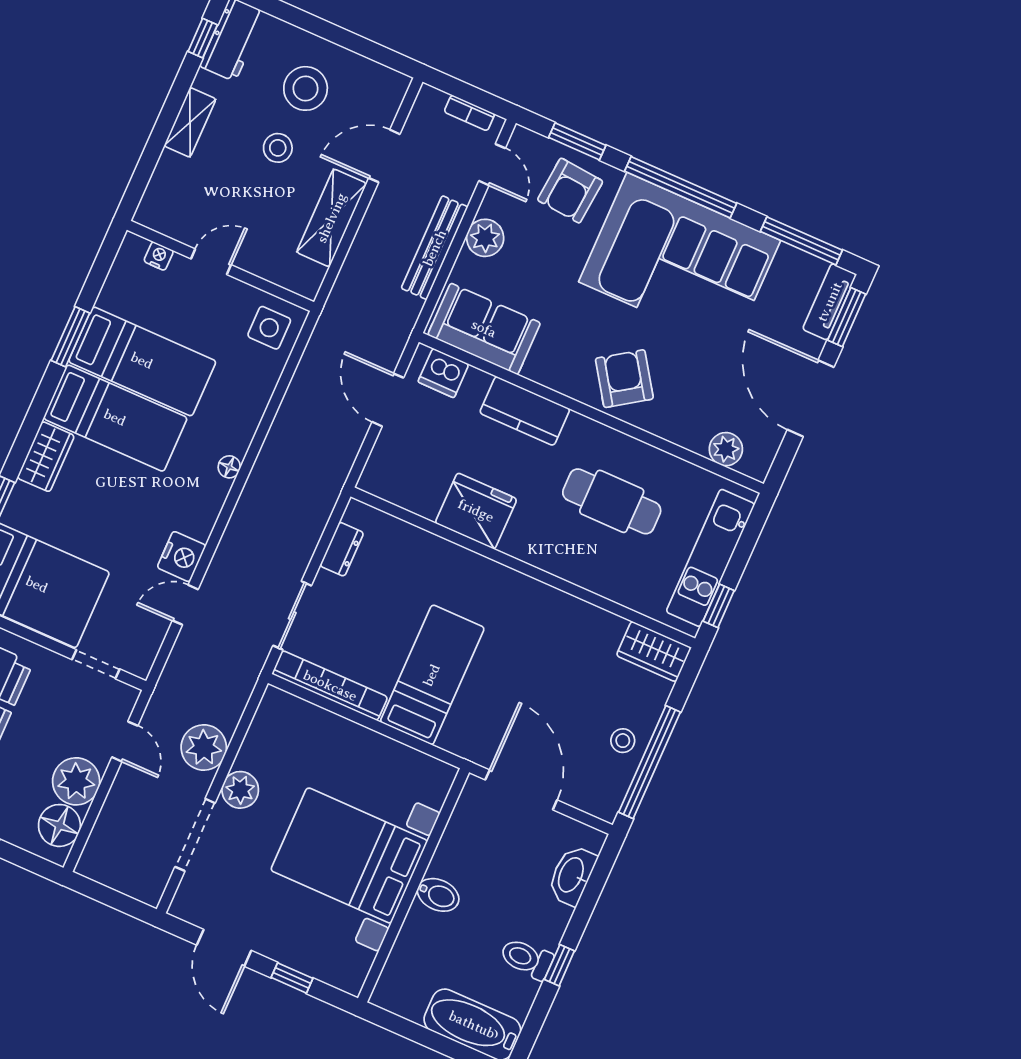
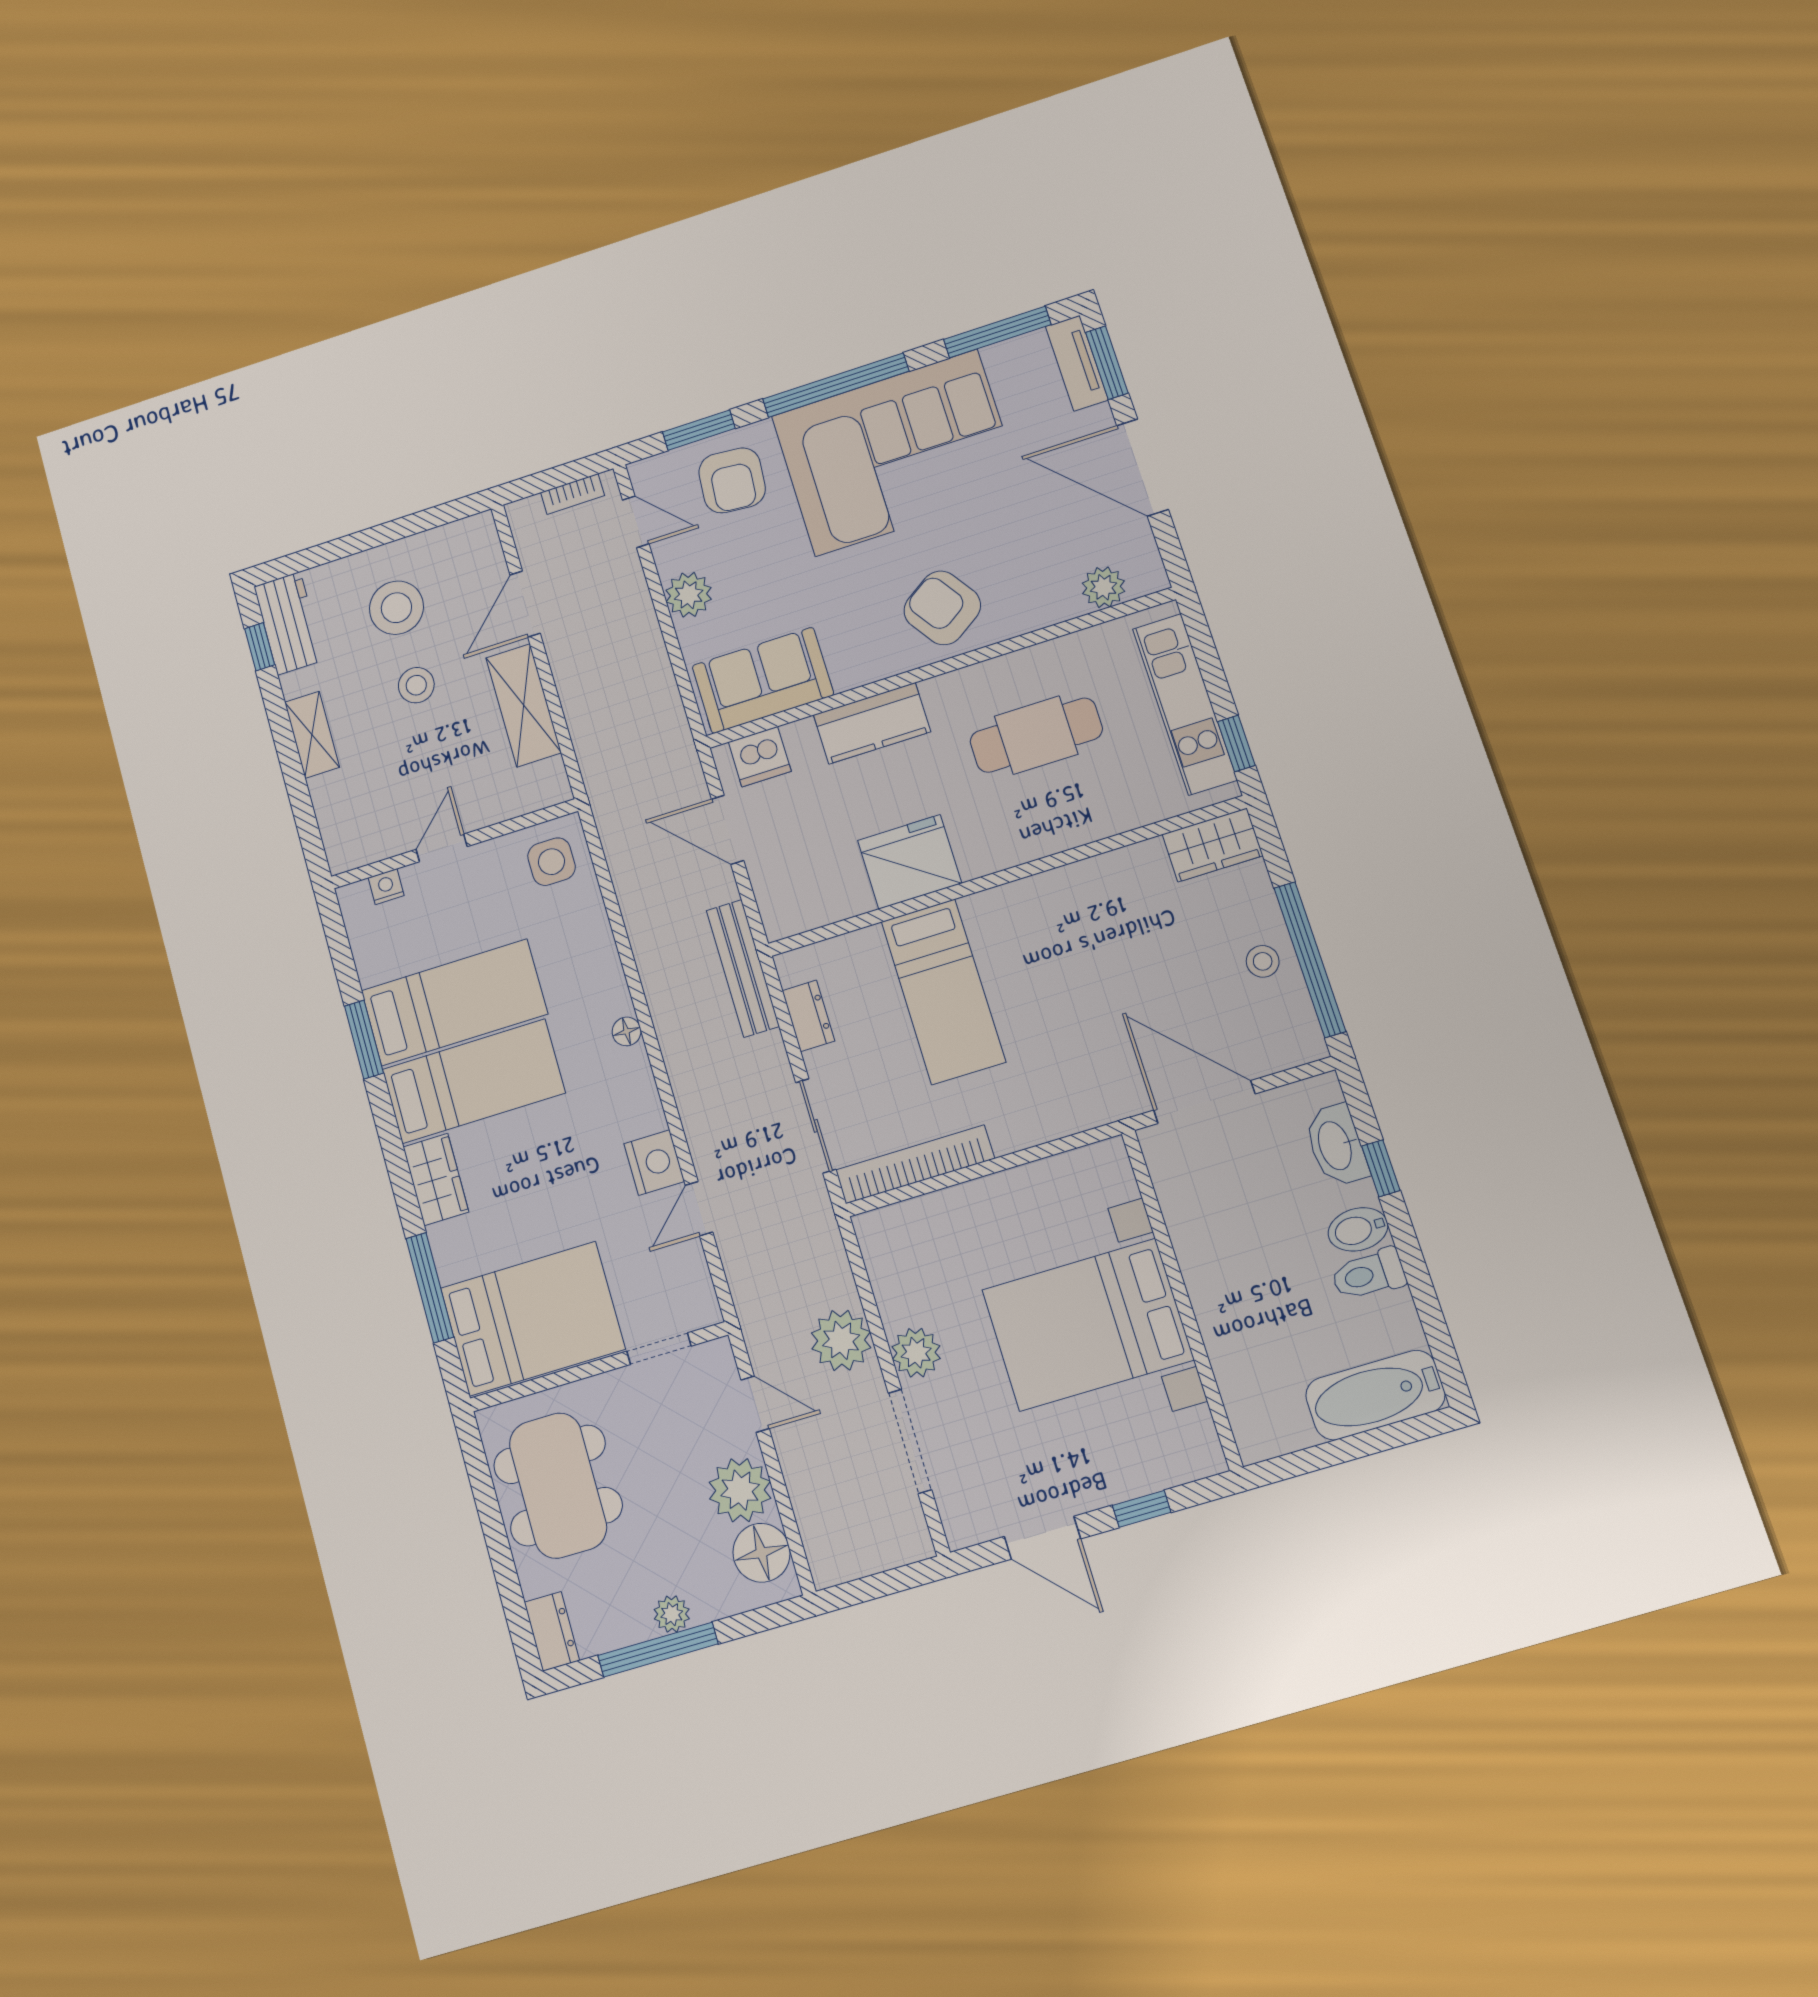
bench: (435, 248) -> (743, 968), moved
bed: (432, 675) -> (943, 991), moved, turned 180
bidet: (438, 895) -> (1358, 1229), moved, turned 180
window: (559, 965) -> (1381, 1168), moved

